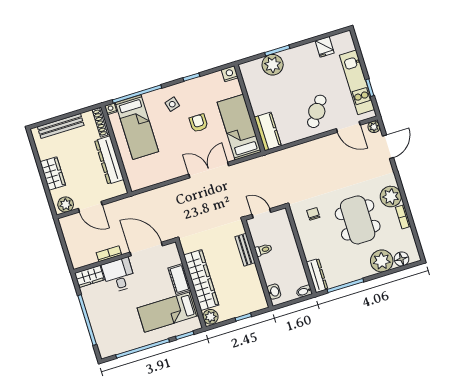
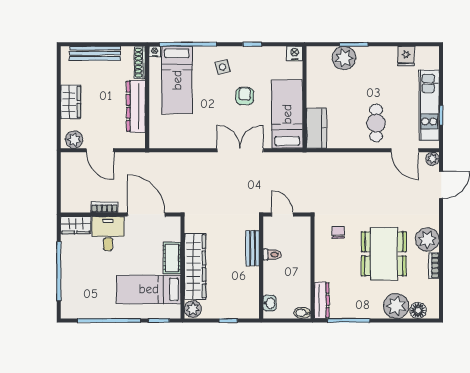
cafe table: (317, 111) -> (376, 123), turned -35

